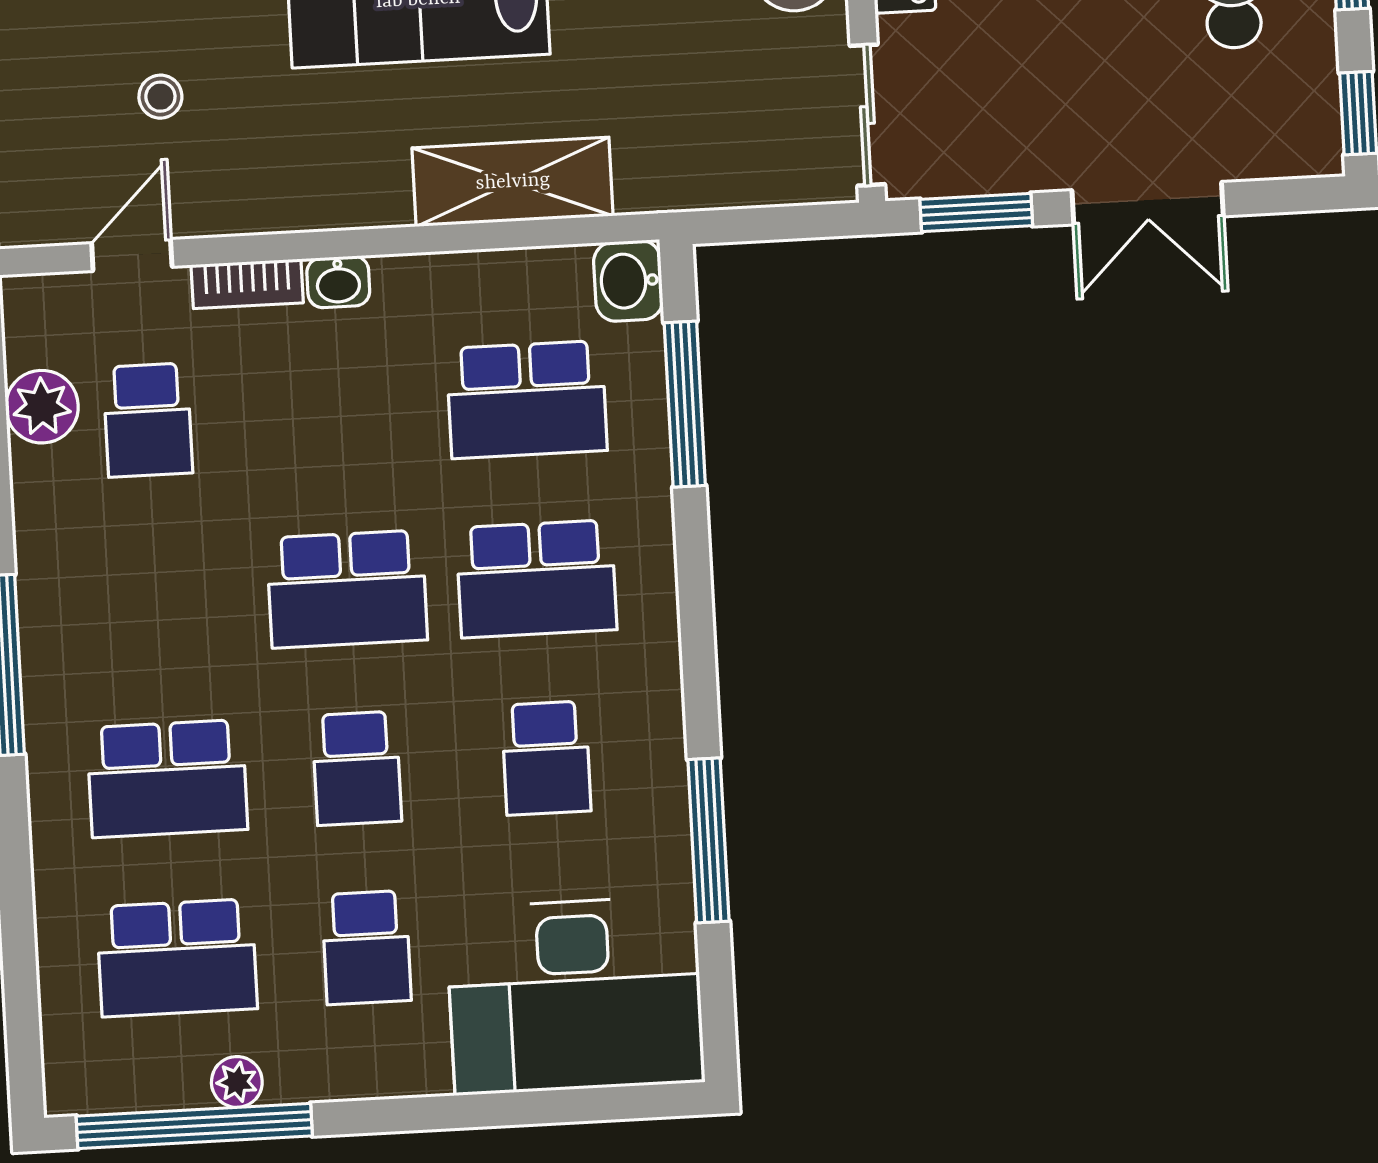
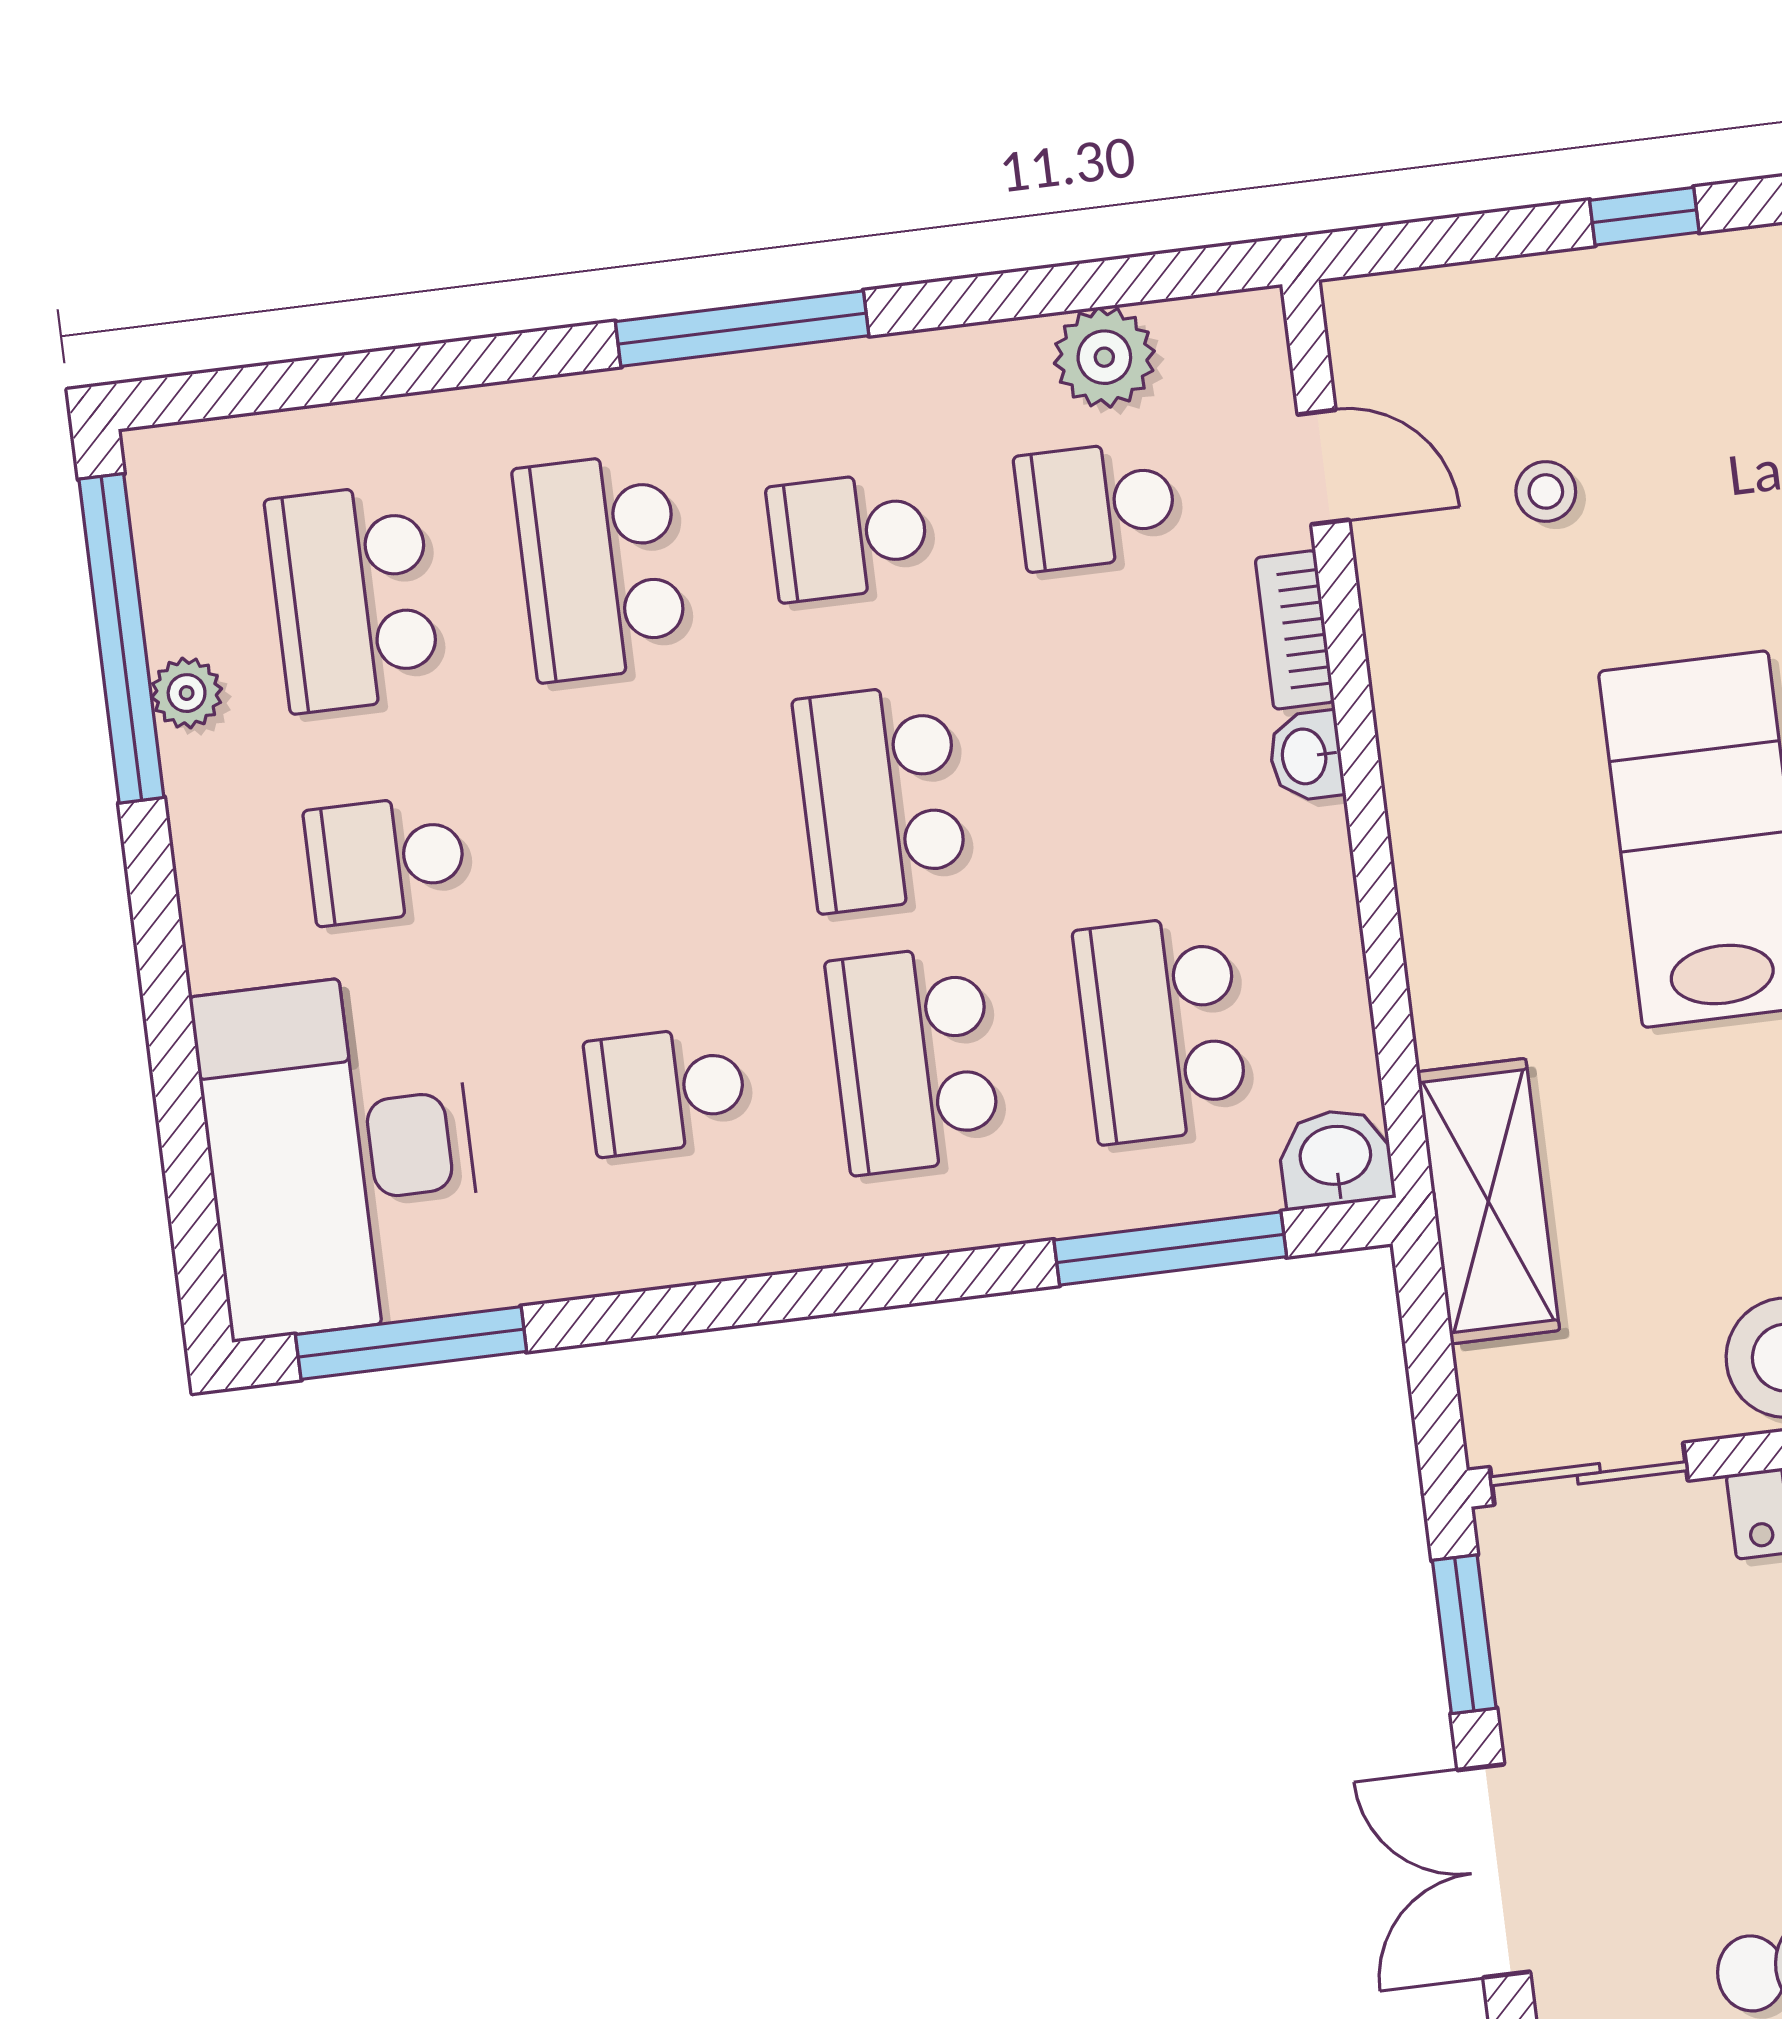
shelving: (513, 182) -> (1488, 1201), moved
school desk: (357, 768) -> (848, 536), moved
window: (708, 840) -> (411, 1343), moved

